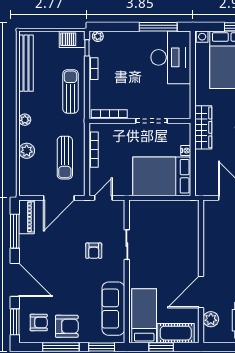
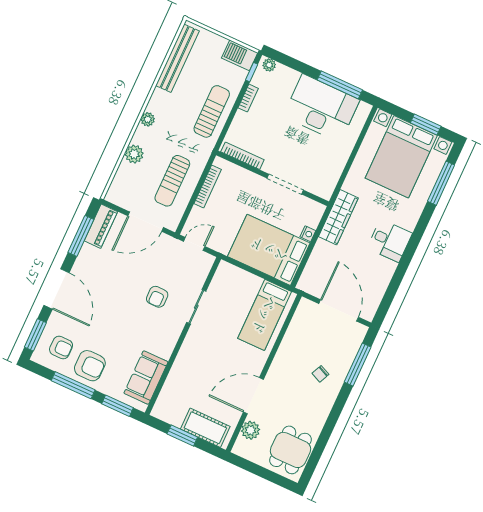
desk: (171, 57) -> (321, 108), moved, turned -90
sofa: (113, 309) -> (146, 378), width x0.73
bed: (144, 316) -> (265, 315), moved, turned 180

